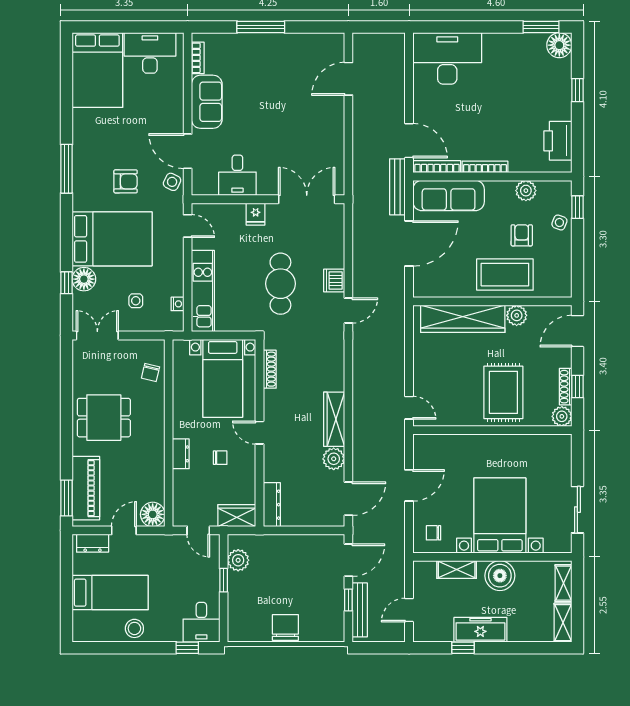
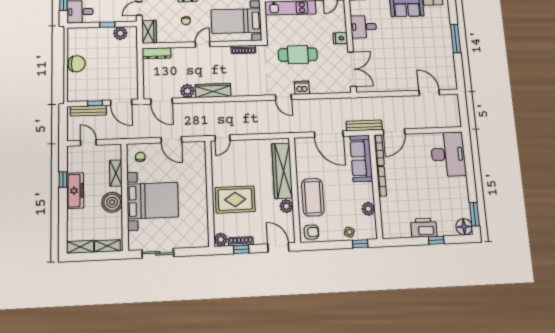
printer: (558, 141) -> (424, 228), moved
armchair: (522, 235) -> (311, 232), moved

